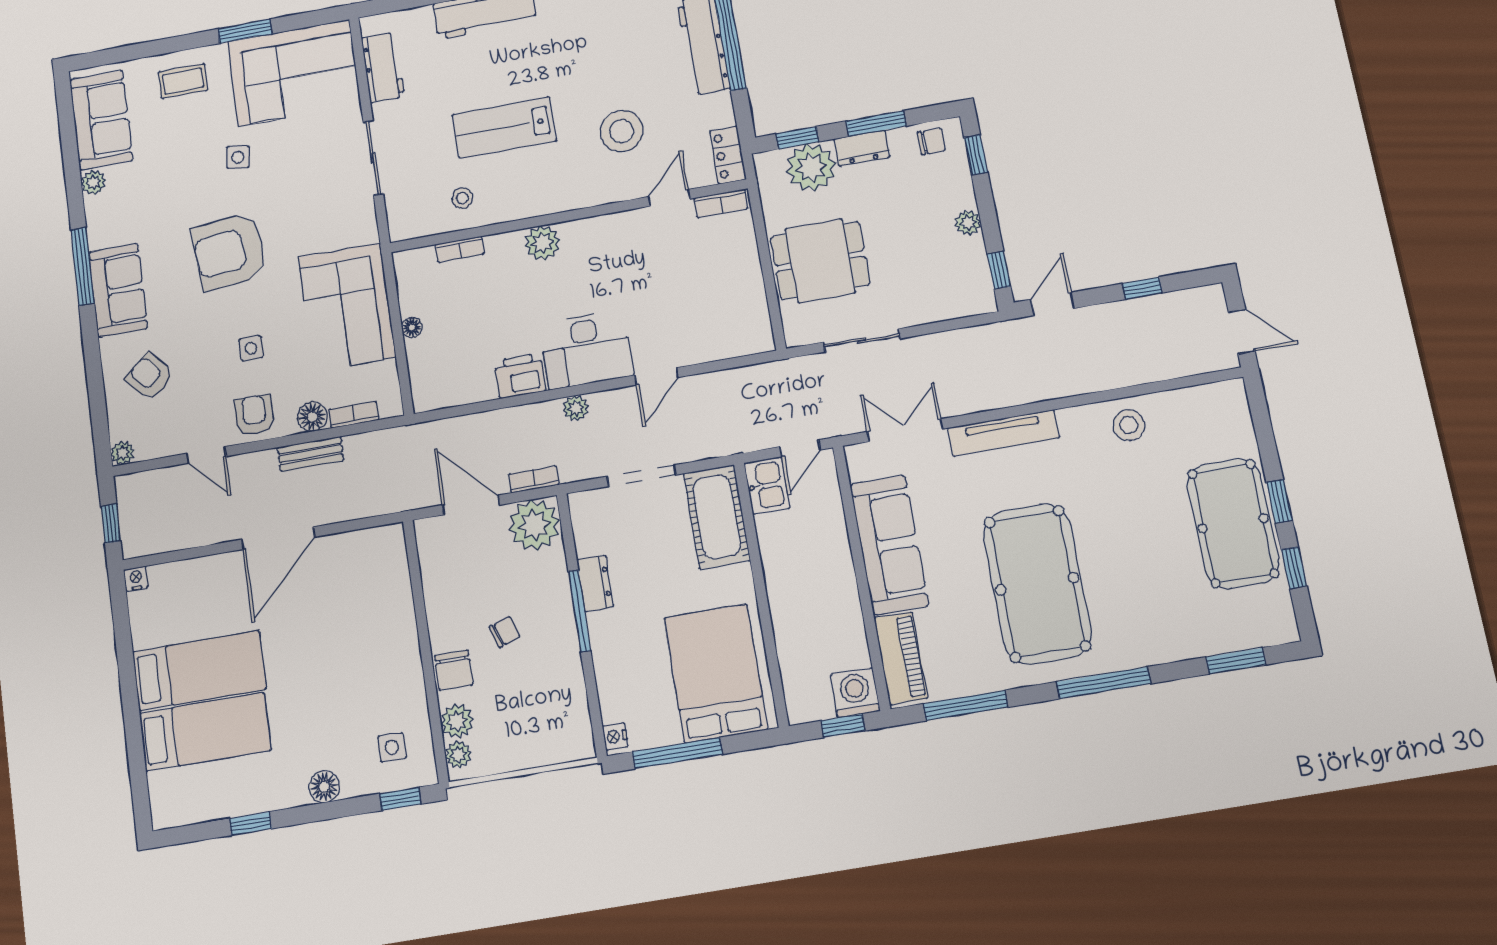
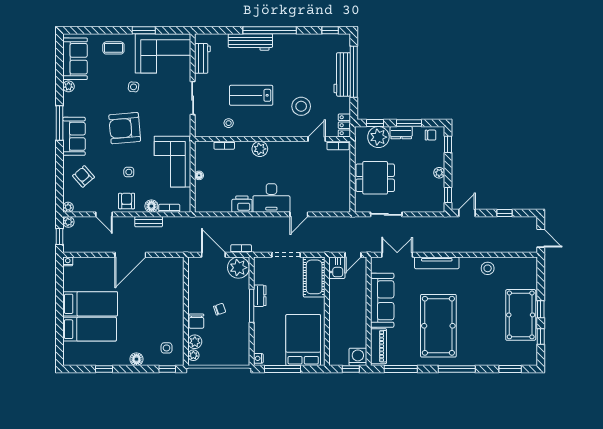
plant: (576, 408) -> (68, 222), moved

